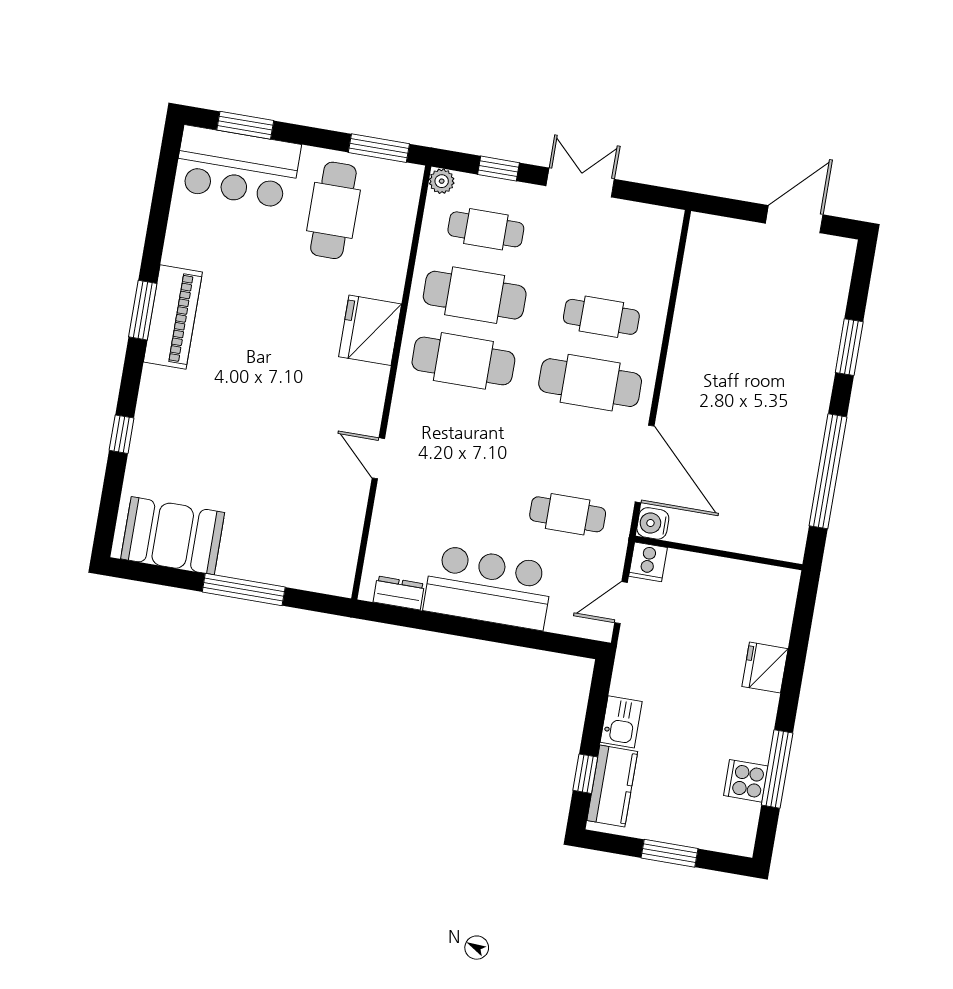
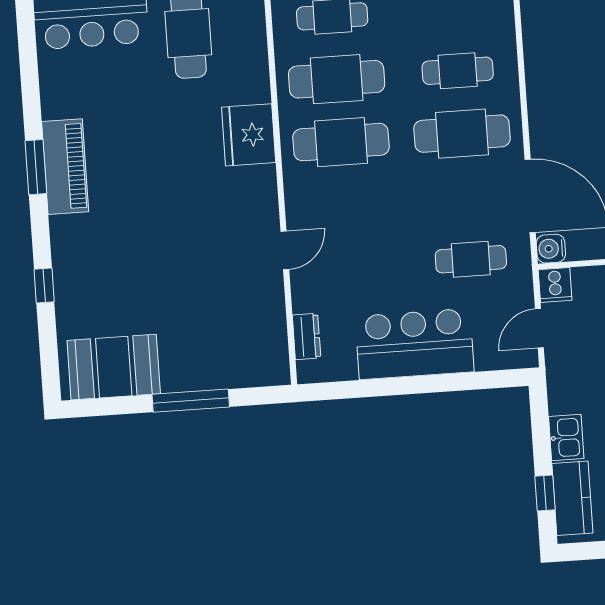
door: (378, 458) -> (285, 250), swing flipped
dresser: (399, 593) -> (306, 336), moved, turned 90

